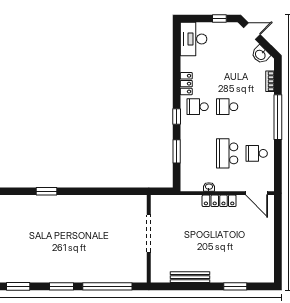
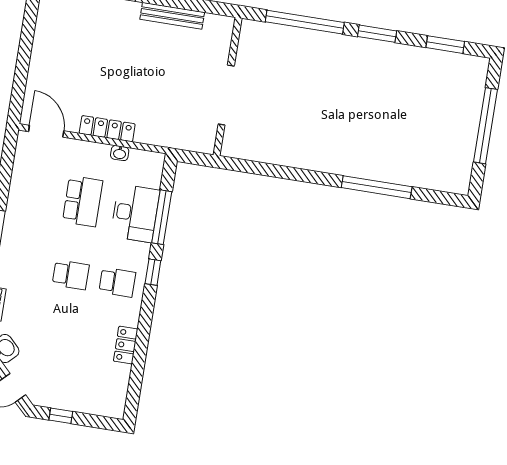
desk: (194, 39) -> (135, 213), moved
locker: (186, 84) -> (126, 345), moved
window: (177, 151) -> (162, 217), width x1.44
school desk: (257, 153) -> (36, 194), removed
window: (47, 191) -> (377, 187), width x2.11

